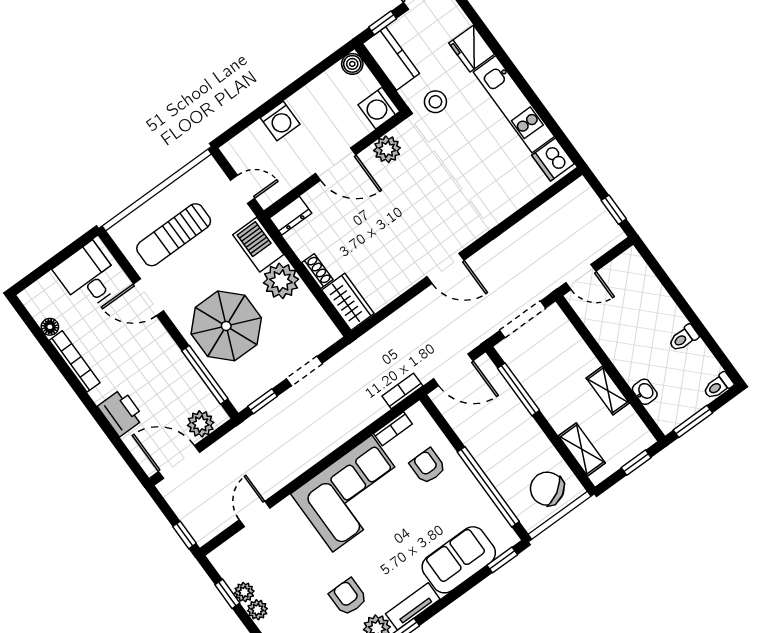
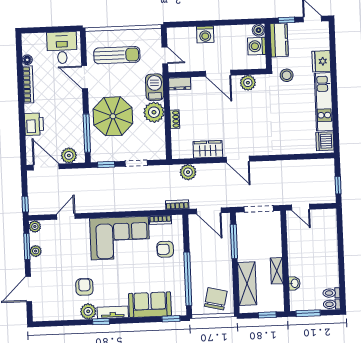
washing machine: (379, 108) -> (257, 46), moved
sun lounger: (174, 235) -> (117, 55), turned 180
wardrobe: (348, 302) -> (208, 149), moved, turned -90
plant: (387, 334) -> (188, 172), added
toilet: (684, 338) -> (331, 293), moved
shelving: (582, 449) -> (247, 284), width x1.50, depth x1.33
armchair: (428, 466) -> (165, 249), turned -90
chair: (547, 489) -> (216, 299), turned 44
window: (227, 594) -> (27, 246), width x1.50
plant: (257, 610) -> (35, 226), moved

